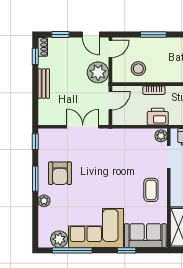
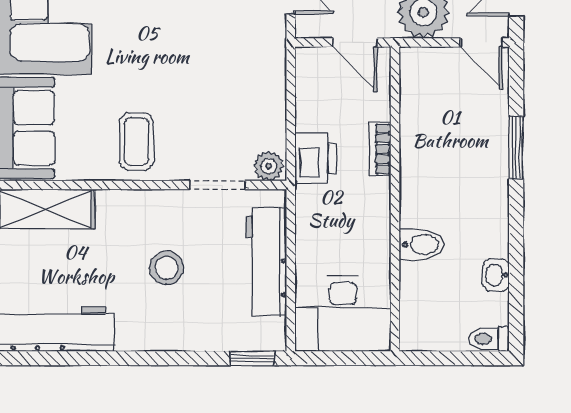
stool: (138, 69) -> (433, 111), removed
coffee table: (151, 190) -> (136, 142), turned 90

